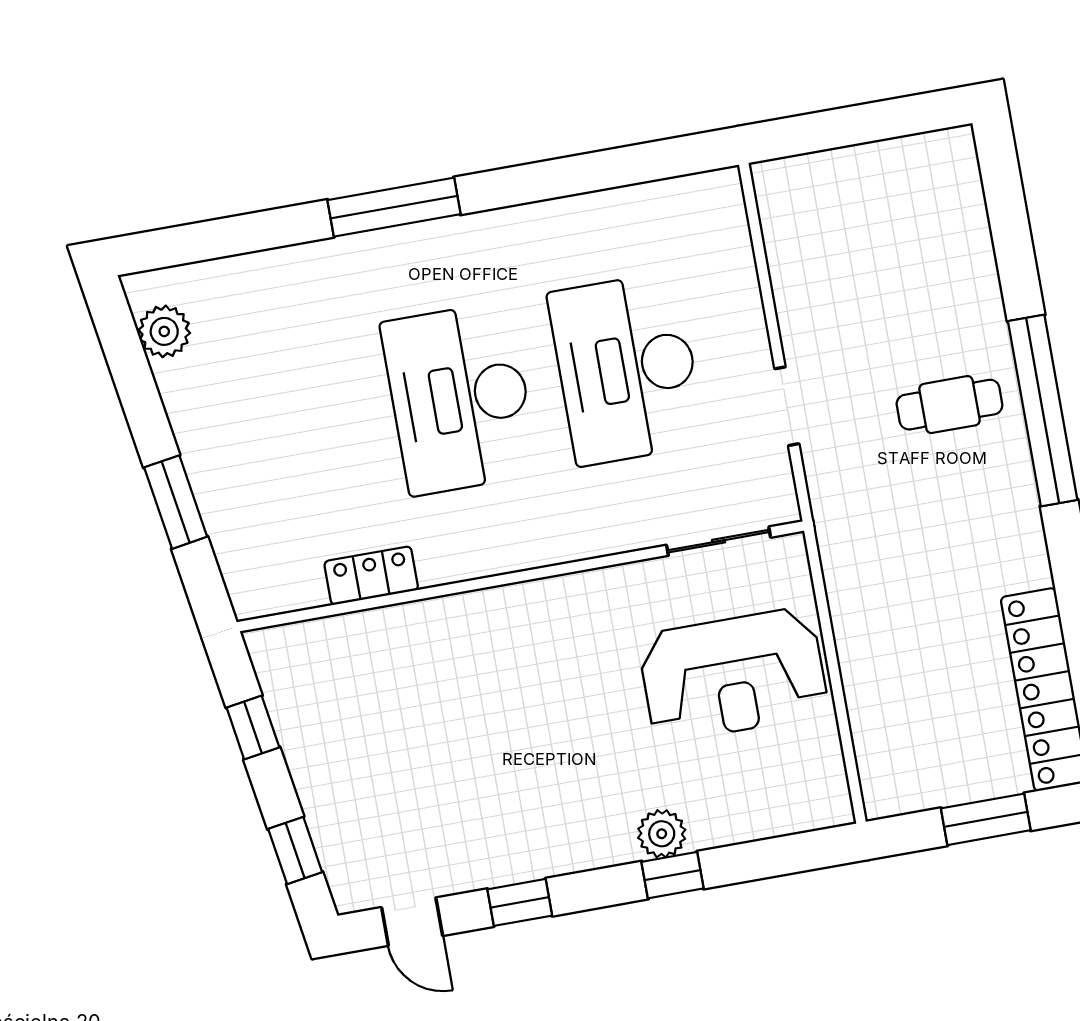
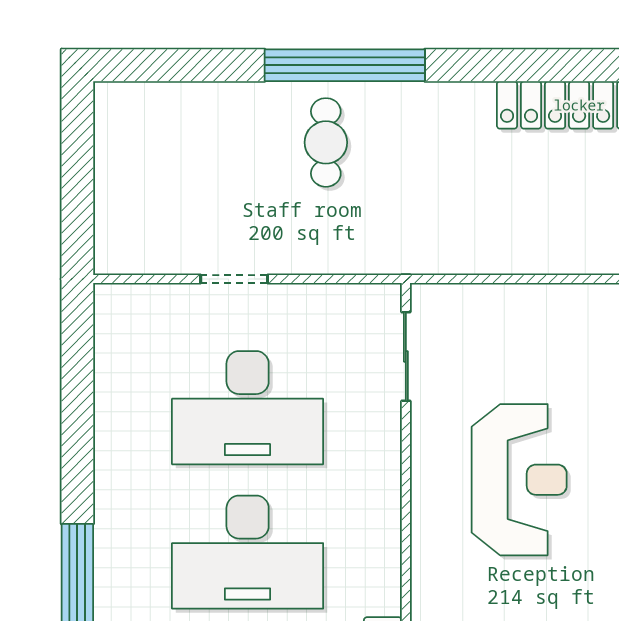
doorway: (787, 406) -> (234, 279), moved
reception desk: (733, 675) -> (519, 480), moved

